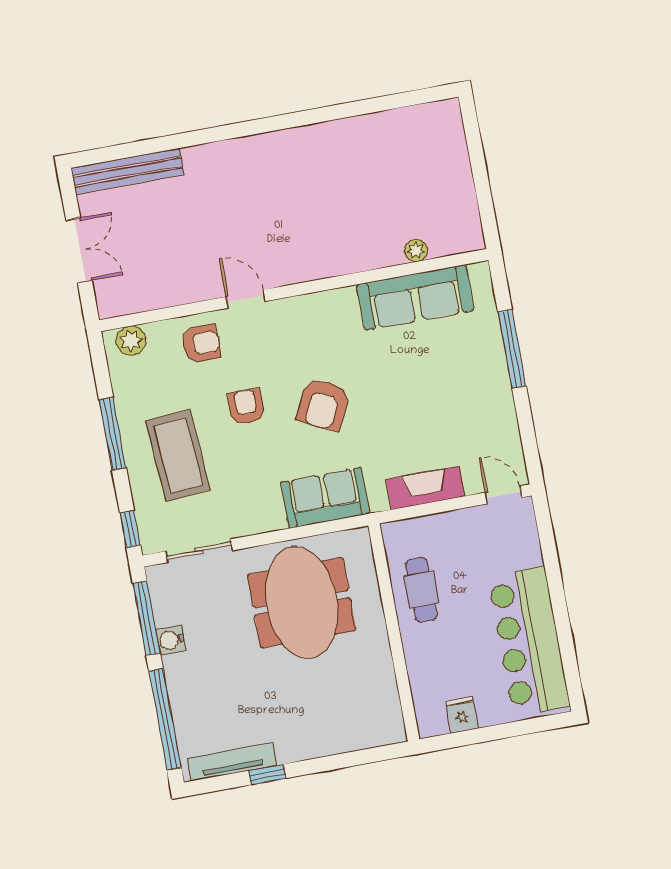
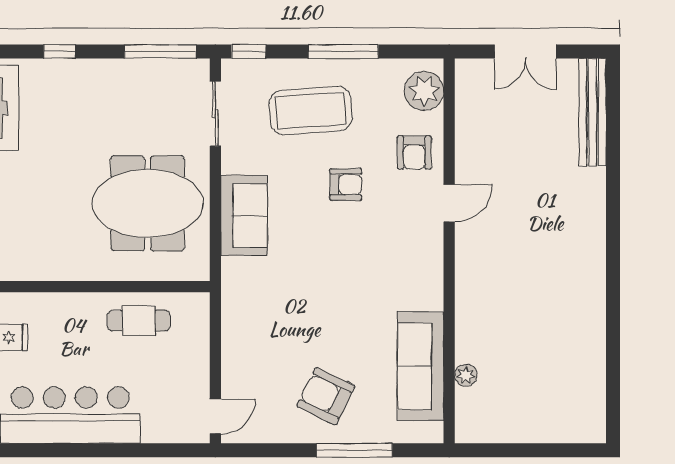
plant: (131, 341) -> (424, 91), width x1.36, depth x1.36
armchair: (323, 405) -> (326, 396), moved
fireplace: (425, 488) -> (236, 343), removed
sofa: (325, 498) -> (244, 215), moved
water cooler: (171, 640) -> (135, 71), removed
window: (165, 719) -> (59, 51), width x0.32

